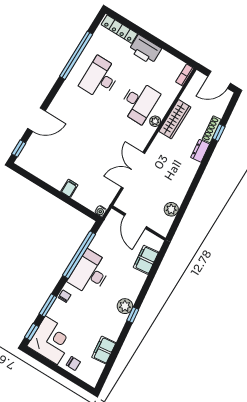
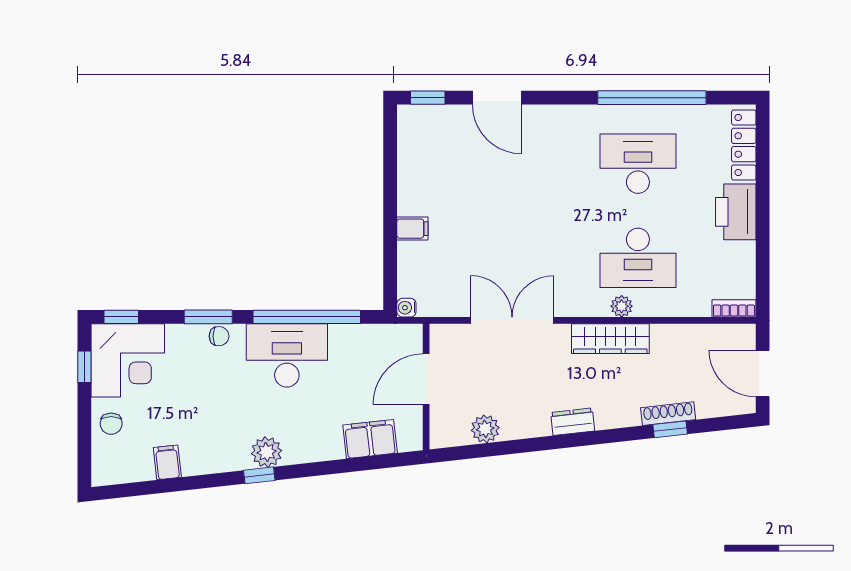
wardrobe: (175, 119) -> (610, 339), moved
dresser: (200, 151) -> (573, 422), moved
window: (48, 305) -> (208, 317), moved
filing cabinet: (104, 350) -> (167, 462), width x0.50
window: (43, 360) -> (84, 367), added

